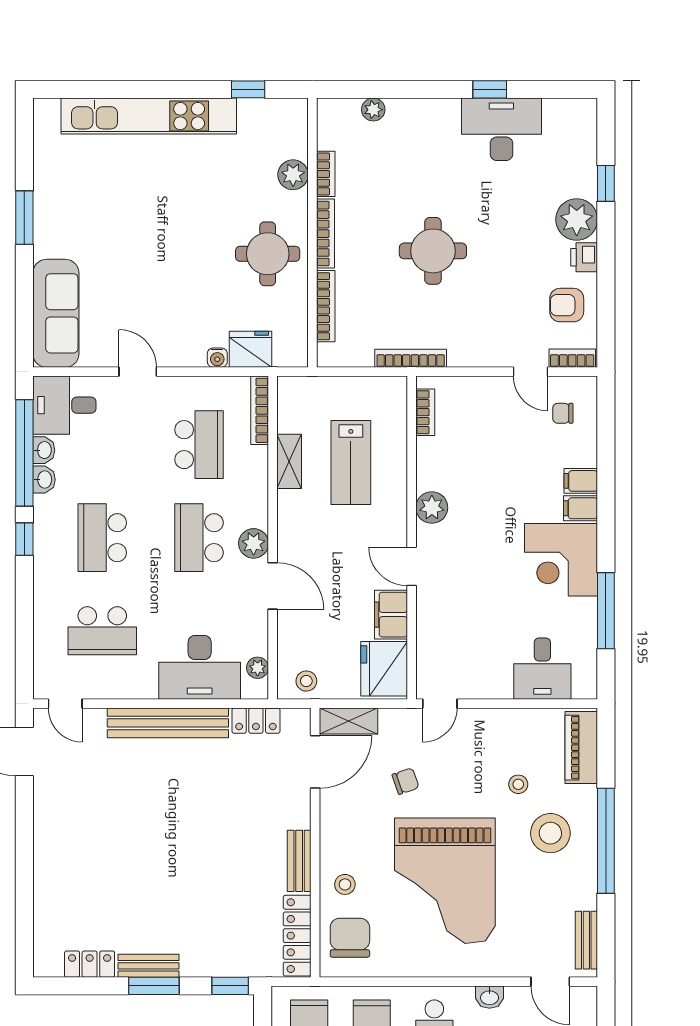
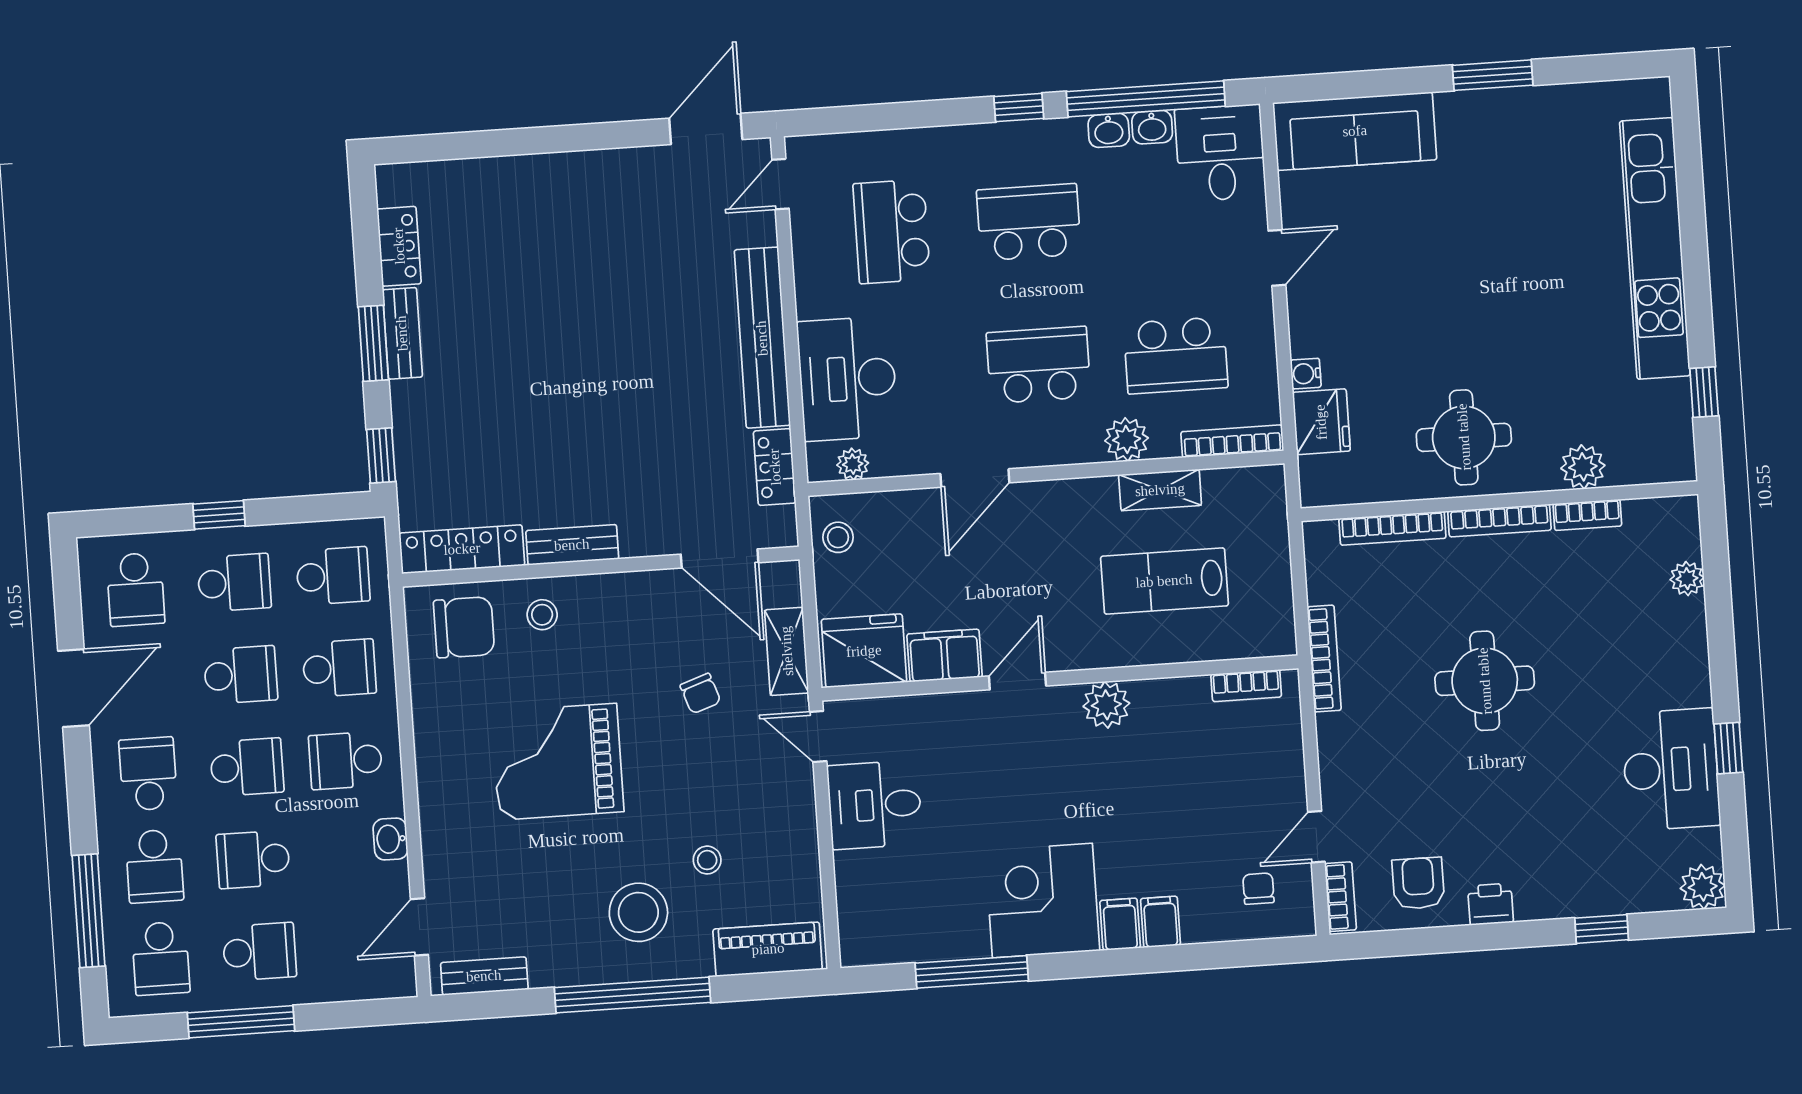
plant: (577, 219) -> (1703, 887), moved, width x0.73, depth x0.73
plant: (254, 543) -> (1127, 439), moved
desk: (542, 669) -> (875, 805), moved
shelving: (349, 721) -> (787, 651), moved
grand piano: (445, 881) -> (558, 762), width x0.73, depth x0.68

